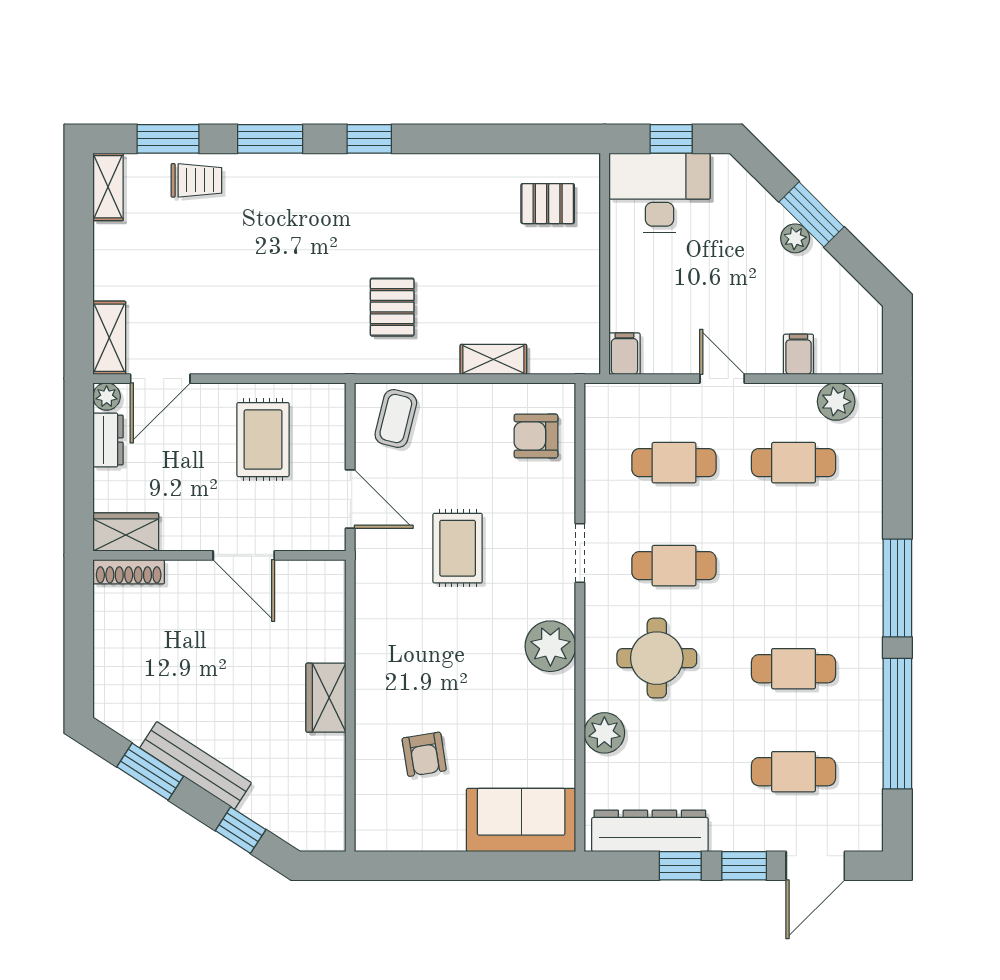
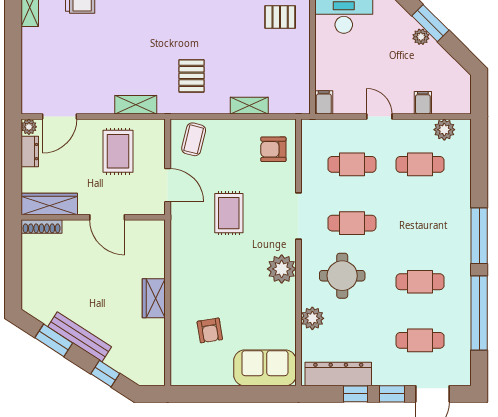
shelving: (109, 338) -> (136, 105), moved, turned 90
wardrobe: (126, 532) -> (49, 204), width x1.50
doorway: (580, 553) -> (298, 216), width x1.38

